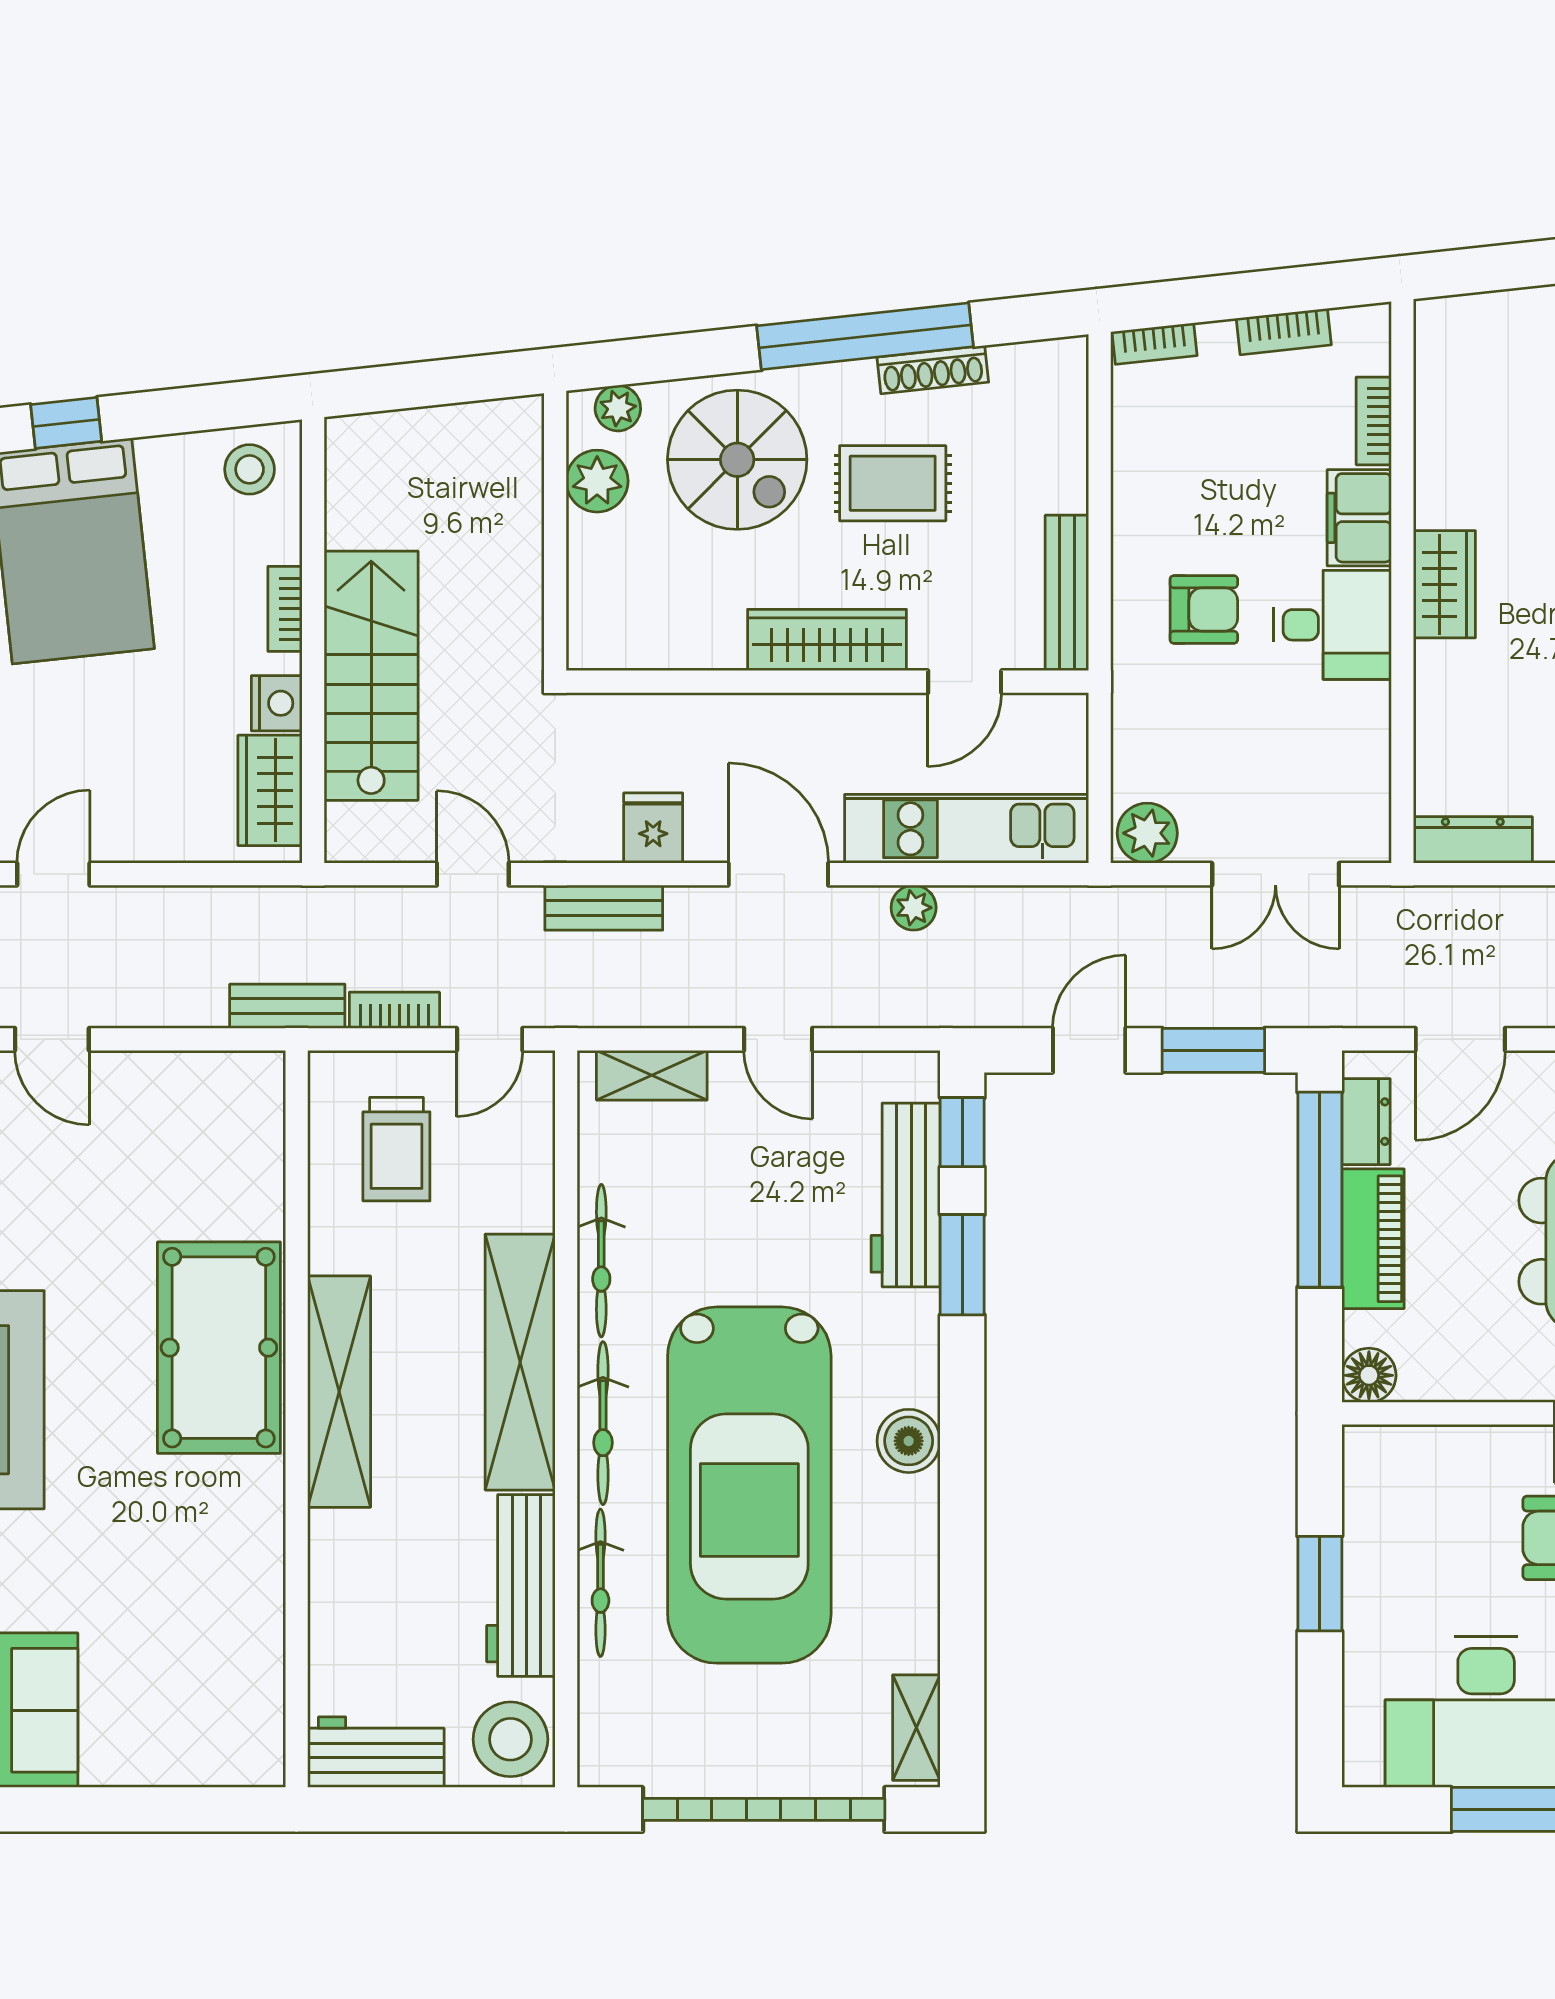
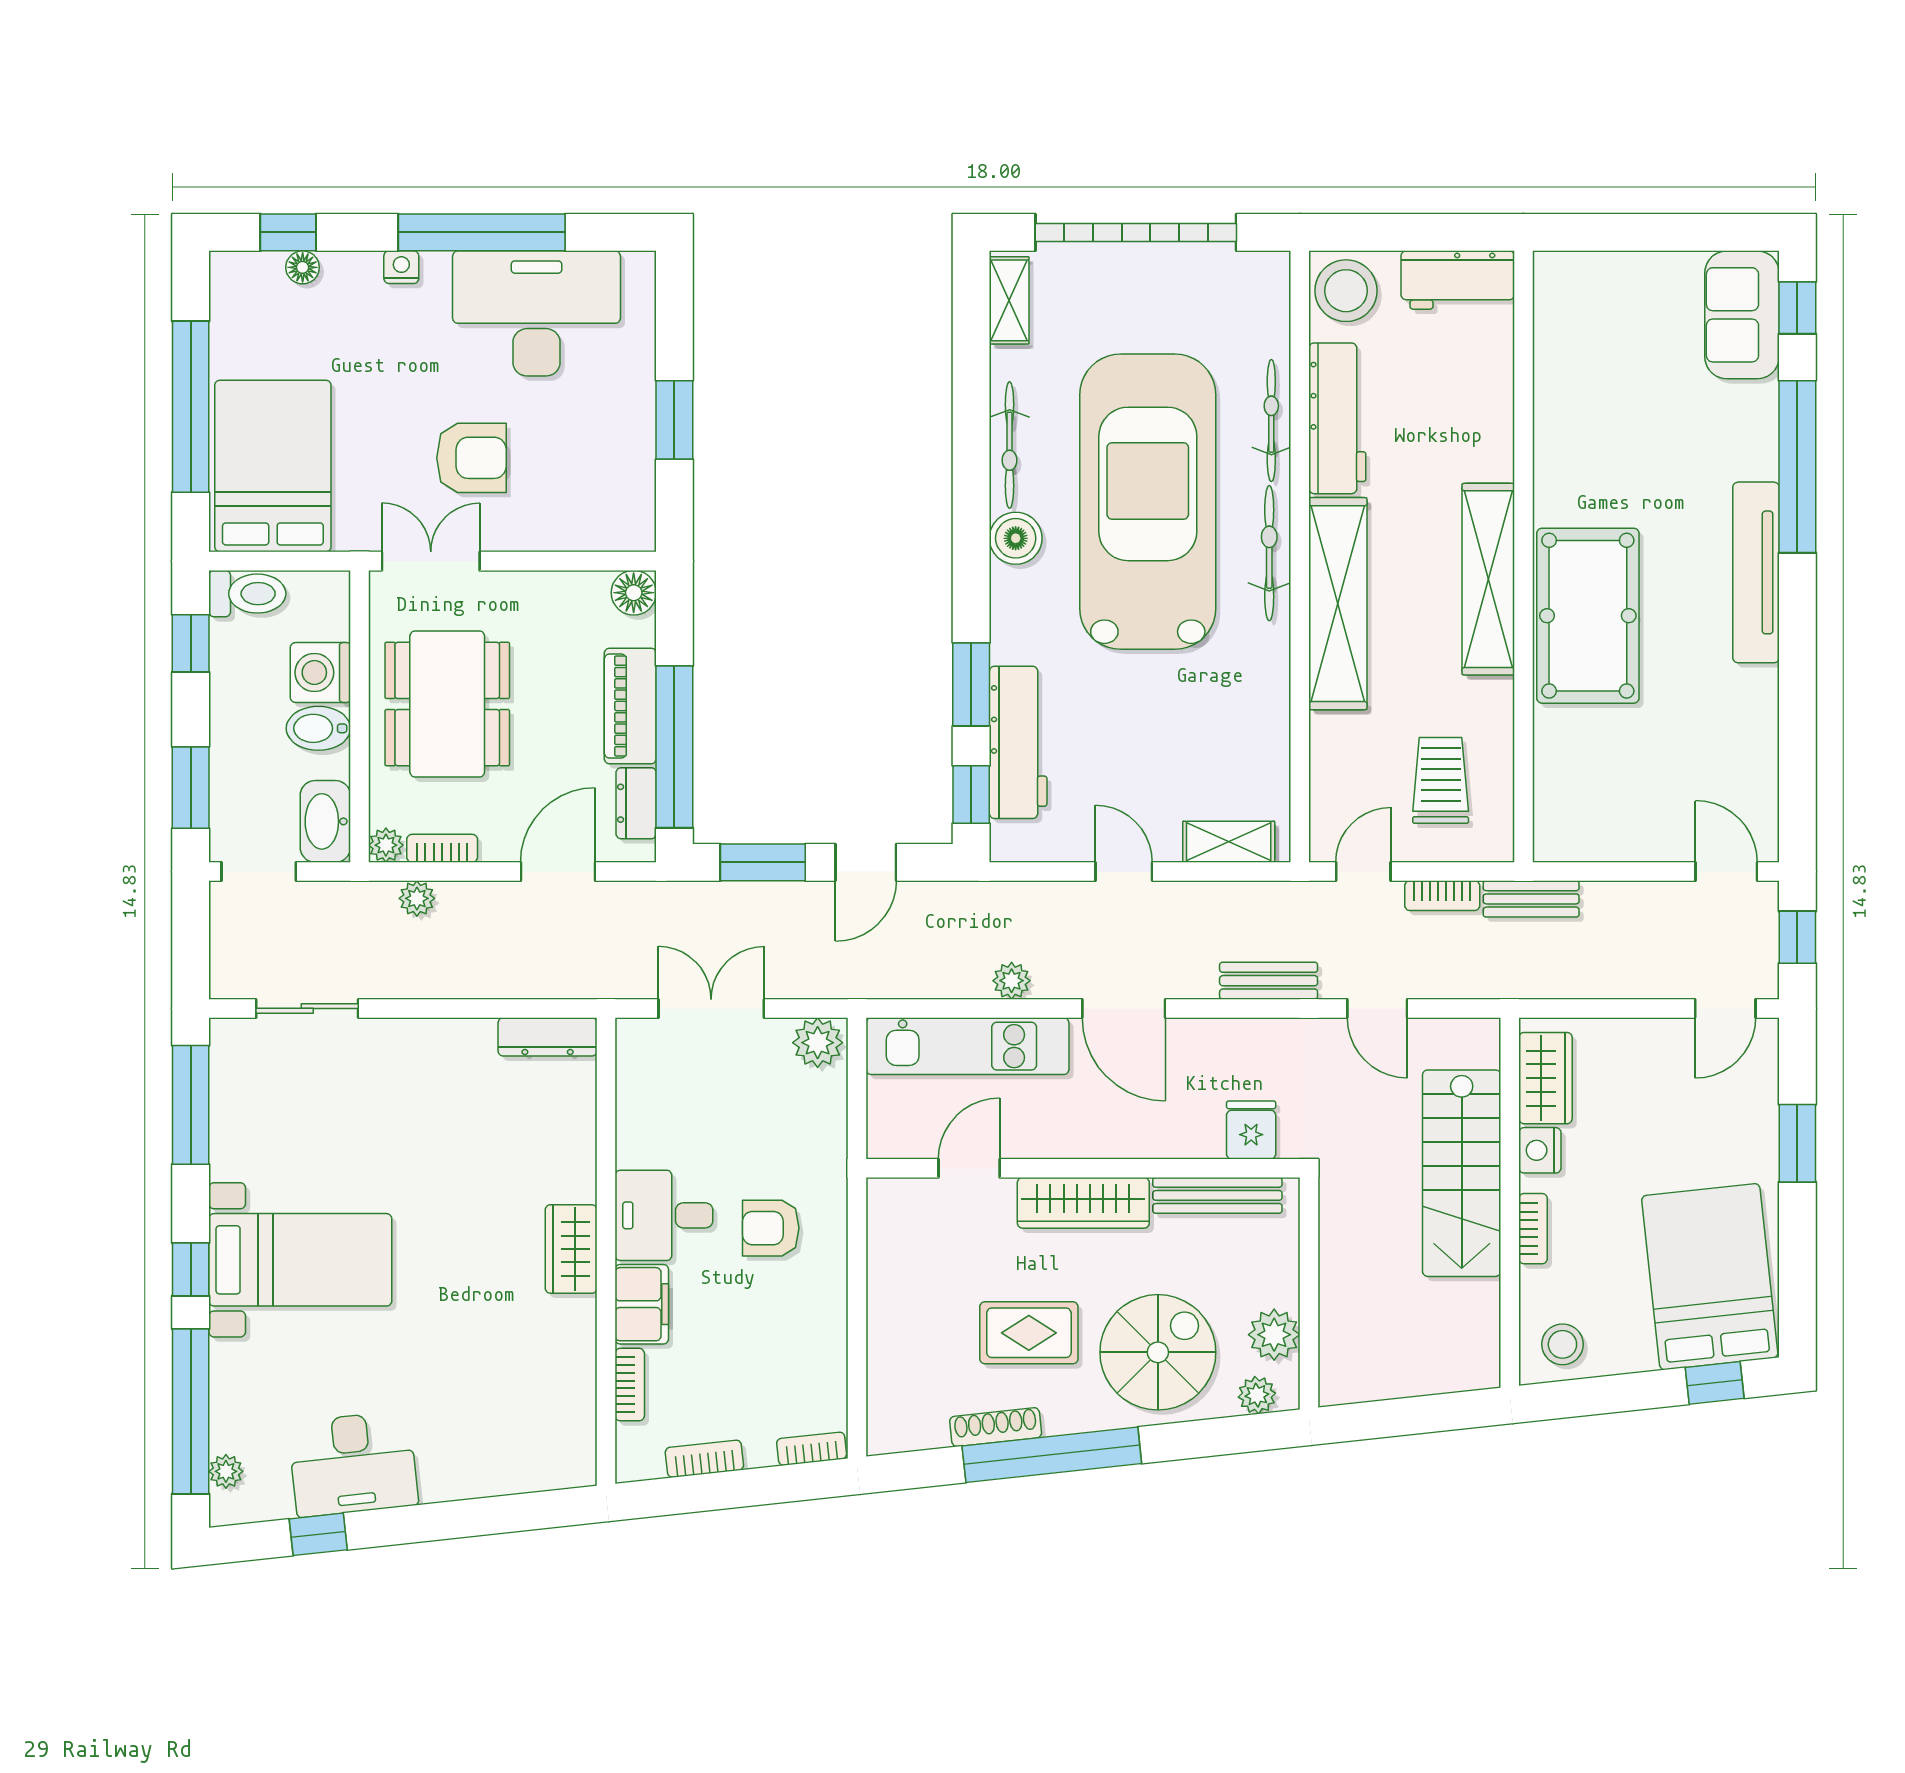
spiral stairs: (737, 460) -> (1158, 1352), turned 90
bench: (1067, 593) -> (1217, 1195), moved, turned 90
fridge: (653, 828) -> (1251, 1130), moved, turned 180
bicycle: (601, 1261) -> (1010, 445), moved, turned 180

